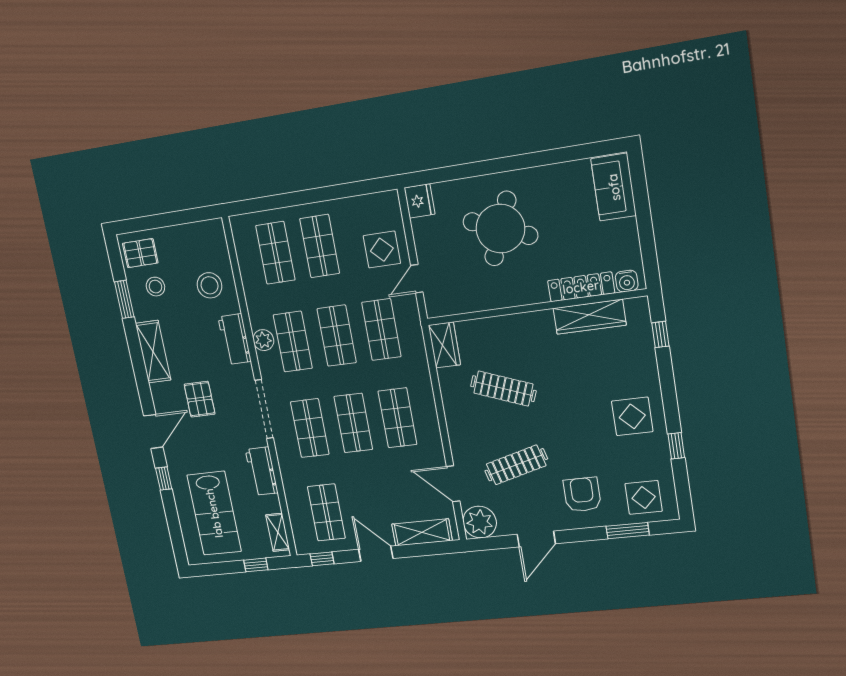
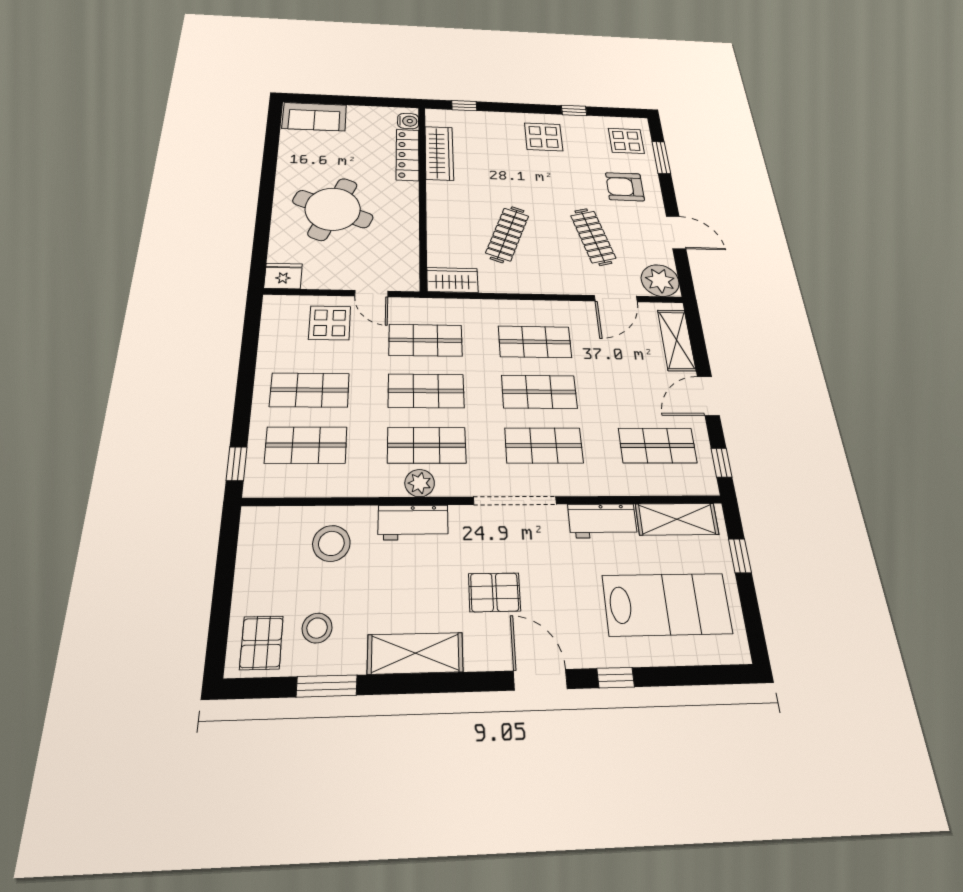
window: (252, 206) -> (237, 464), added
shelving: (278, 532) -> (677, 519), width x1.50, depth x1.33

